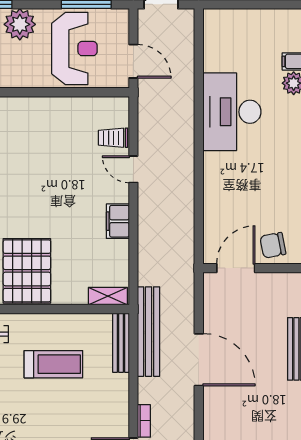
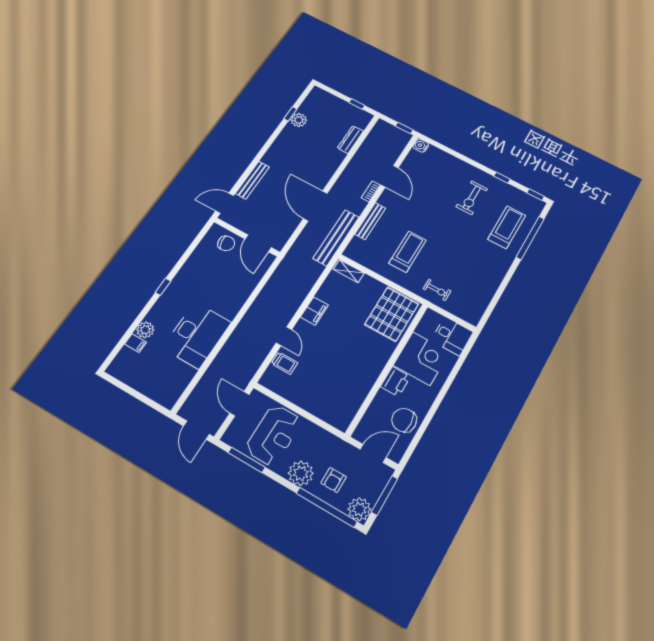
reception desk: (74, 49) -> (274, 435), turned 180
door: (236, 268) -> (258, 243), hinge flipped
bench: (121, 343) -> (370, 221), moved
treadmill: (53, 364) -> (408, 252), turned 90

